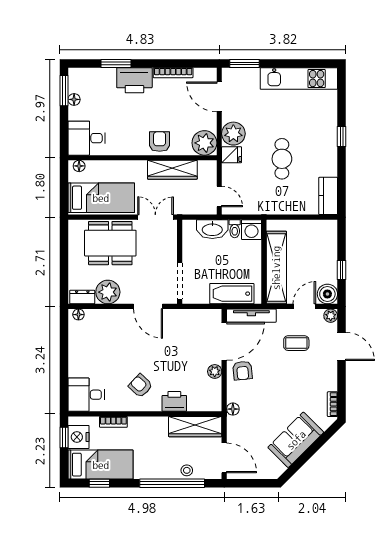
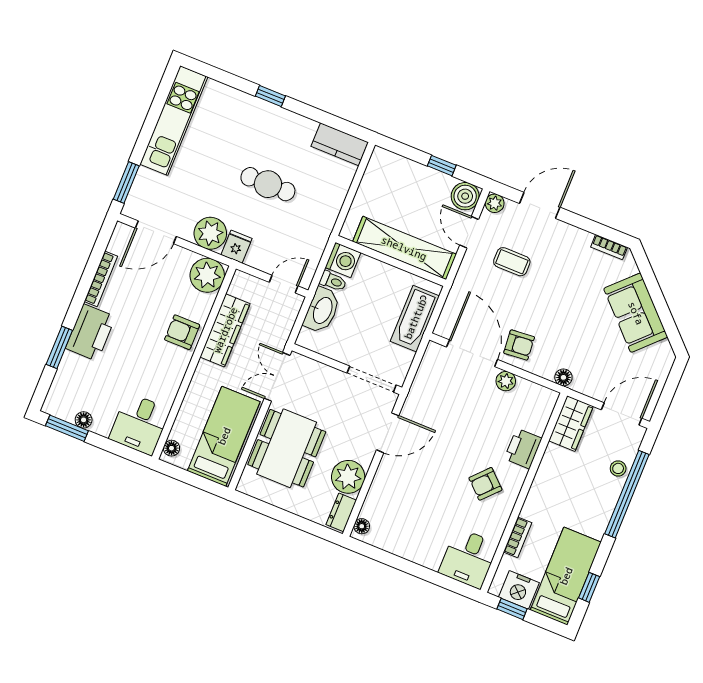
tv unit: (251, 316) -> (453, 305), removed
coffee table: (296, 343) -> (512, 262), turned 90
wardrobe: (195, 427) -> (571, 424), width x0.67

